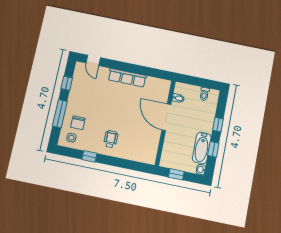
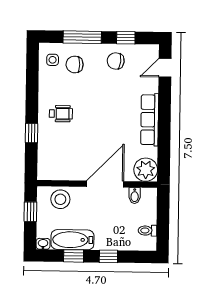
plant: (162, 87) -> (146, 170), added
chair: (81, 93) -> (116, 61), added
stool: (171, 151) -> (60, 199), added
window: (89, 156) -> (32, 133), moved

